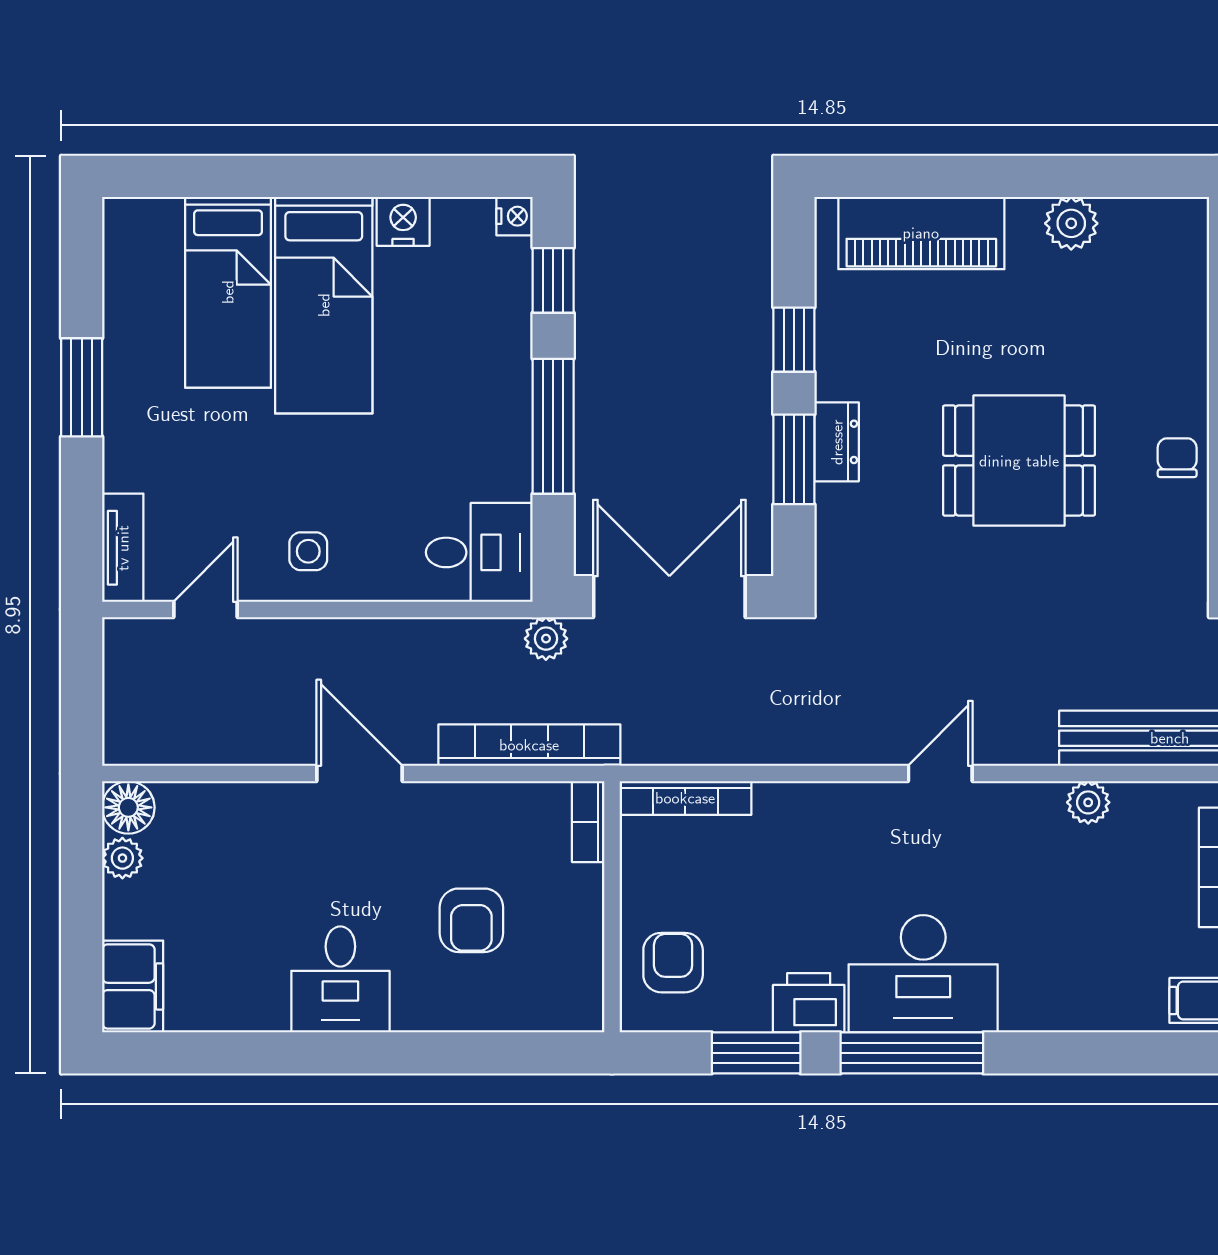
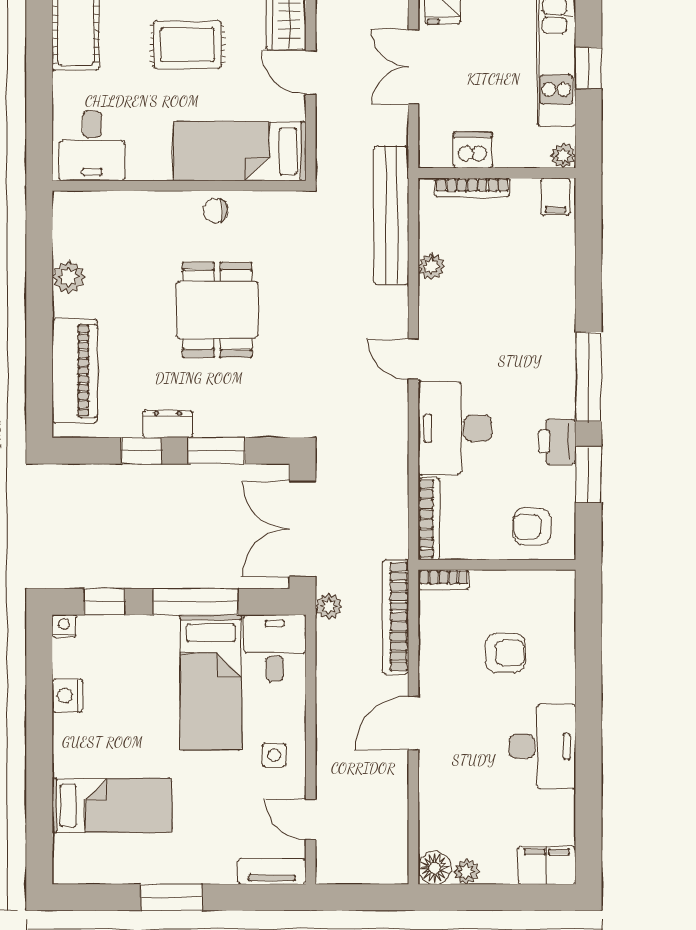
bed: (324, 305) -> (211, 682), moved, turned 90
dresser: (837, 442) -> (168, 424), moved
desk: (923, 974) -> (455, 428), moved, turned 180
desk: (340, 979) -> (542, 746), width x1.37

